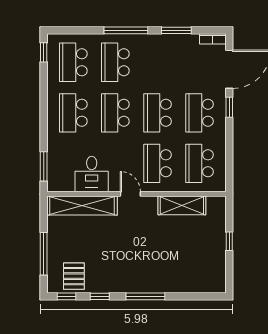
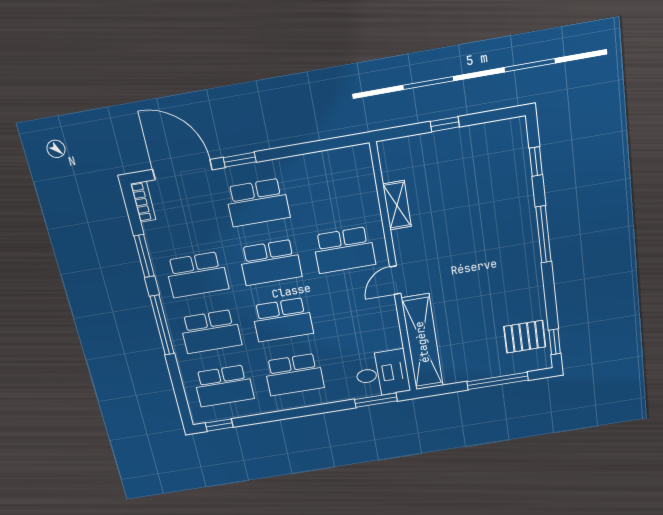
school desk: (199, 163) -> (197, 275), moved
desk: (92, 174) -> (382, 374), moved
shelving: (182, 205) -> (397, 205), width x0.67, depth x0.75
window: (100, 296) -> (536, 162), moved

